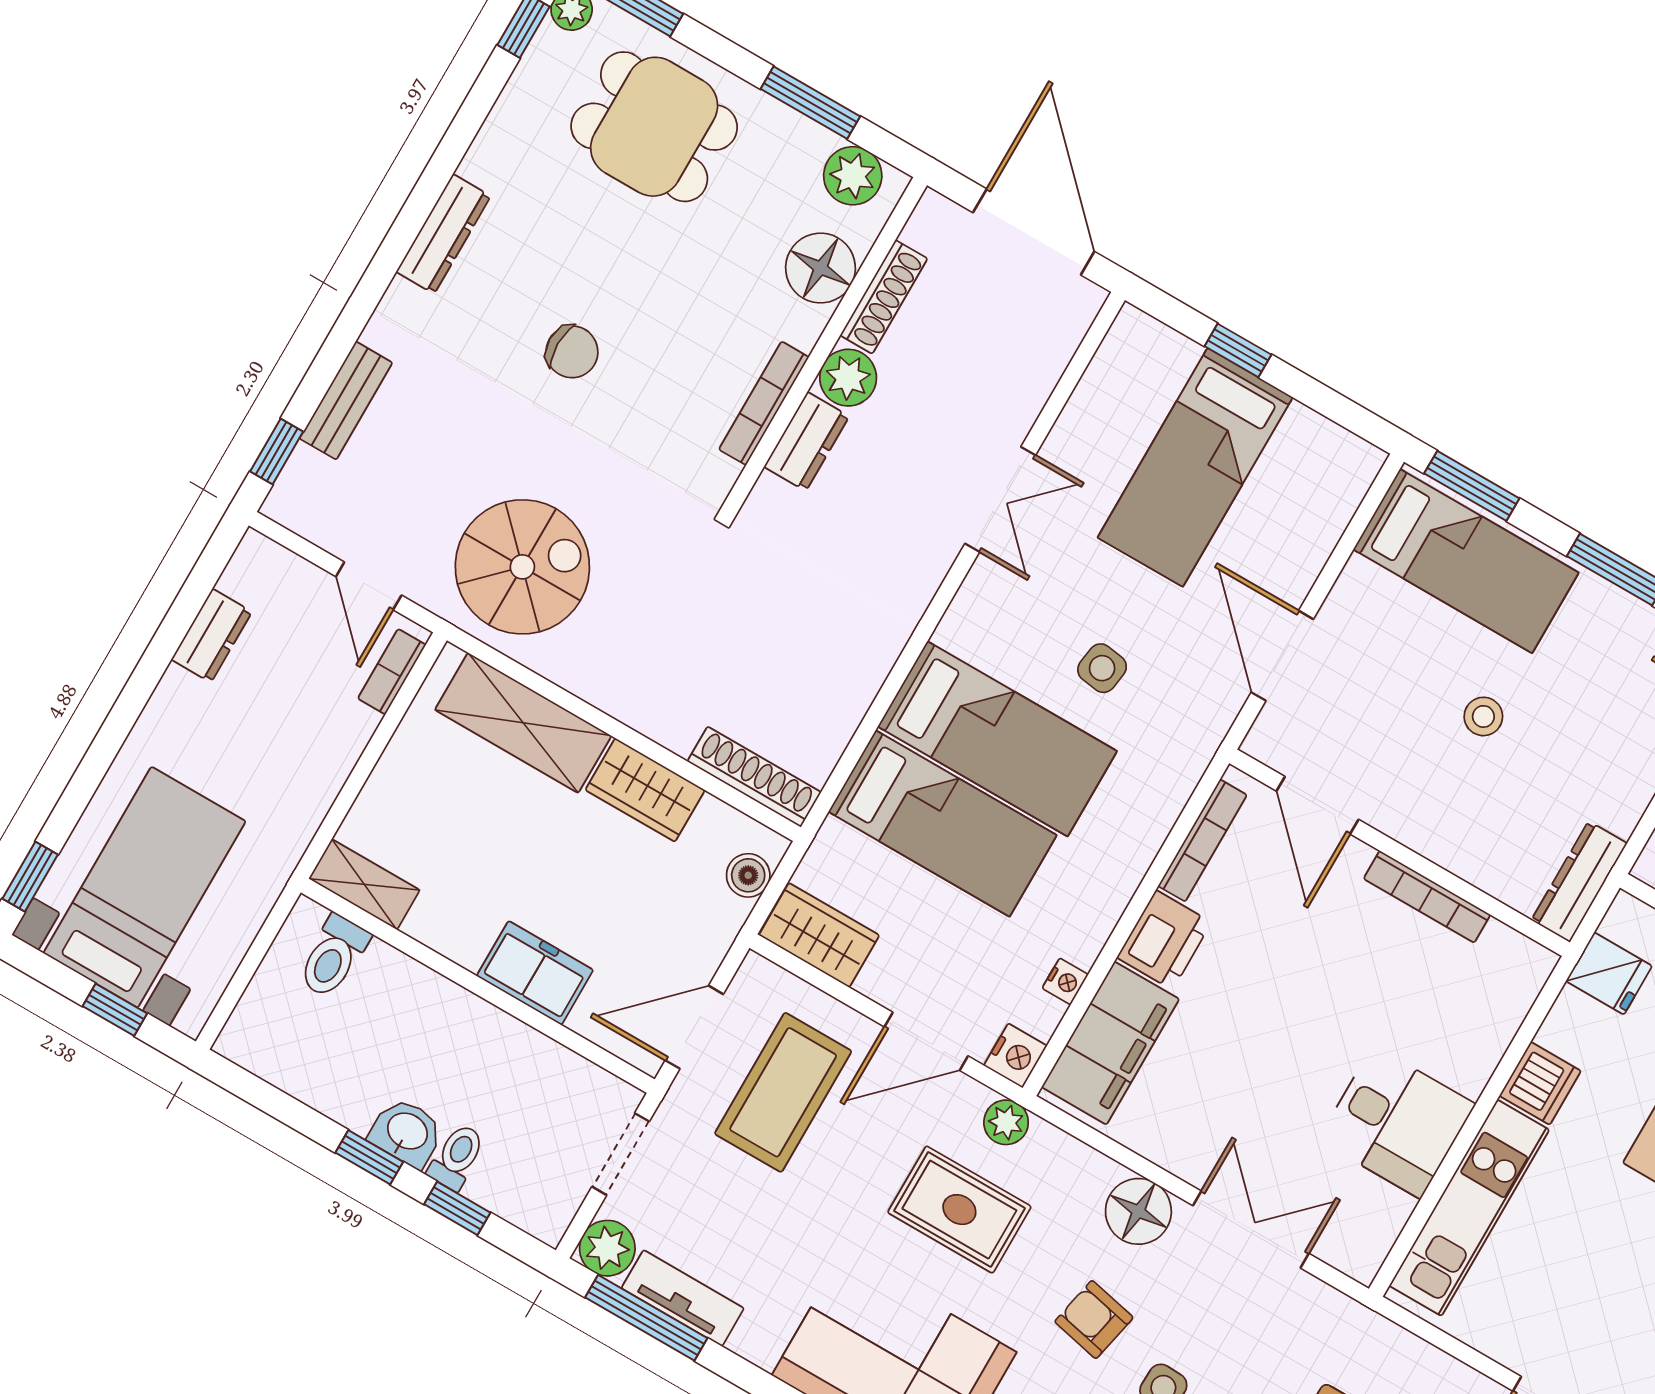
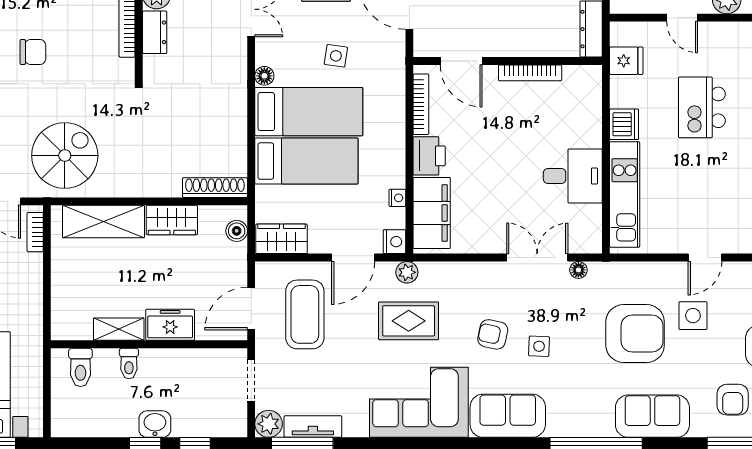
floor lamp: (956, 630) -> (264, 76), added
shelving: (364, 884) -> (119, 329), moved
toilet: (457, 1157) -> (129, 364), moved, turned 180
floor lamp: (1138, 1211) -> (578, 270), moved, width x0.53, depth x0.53

